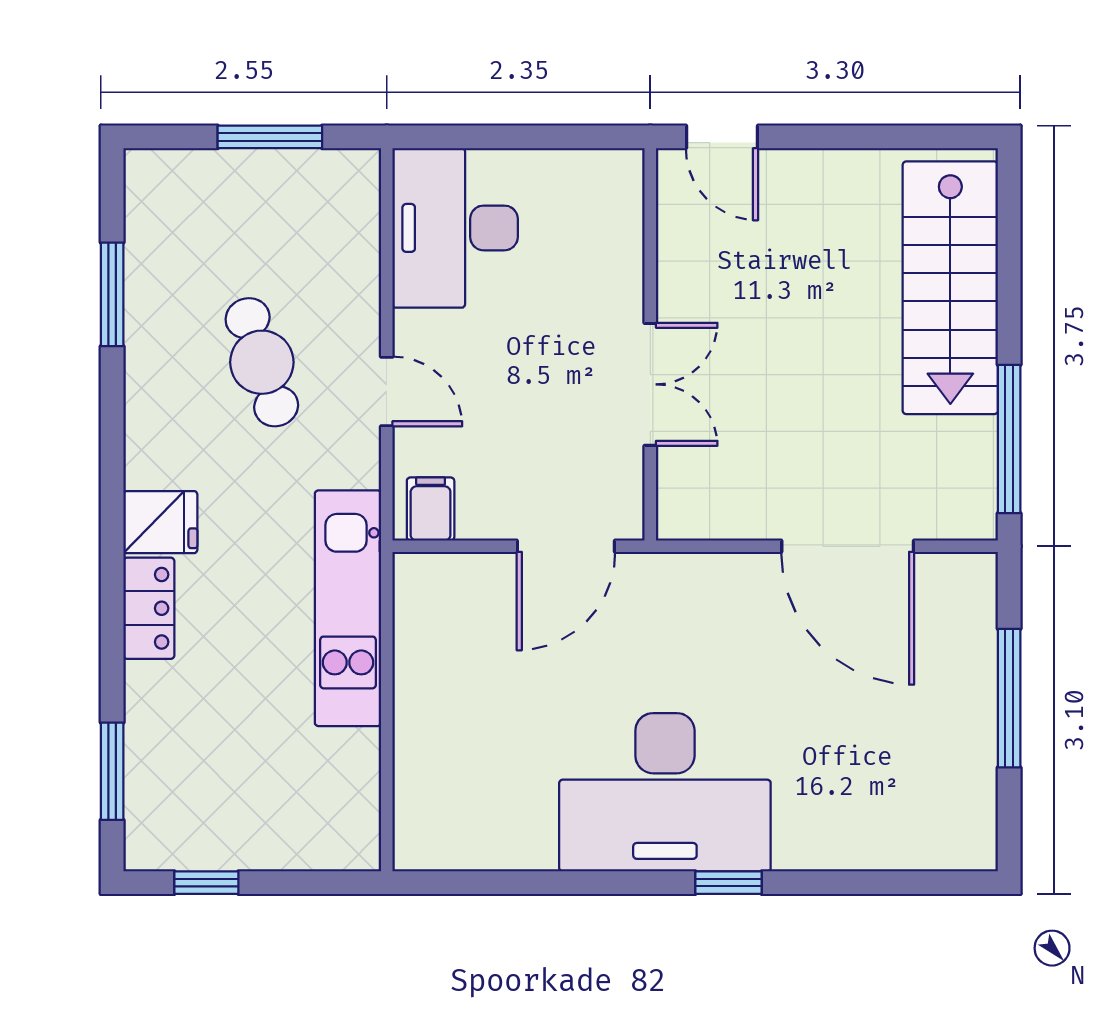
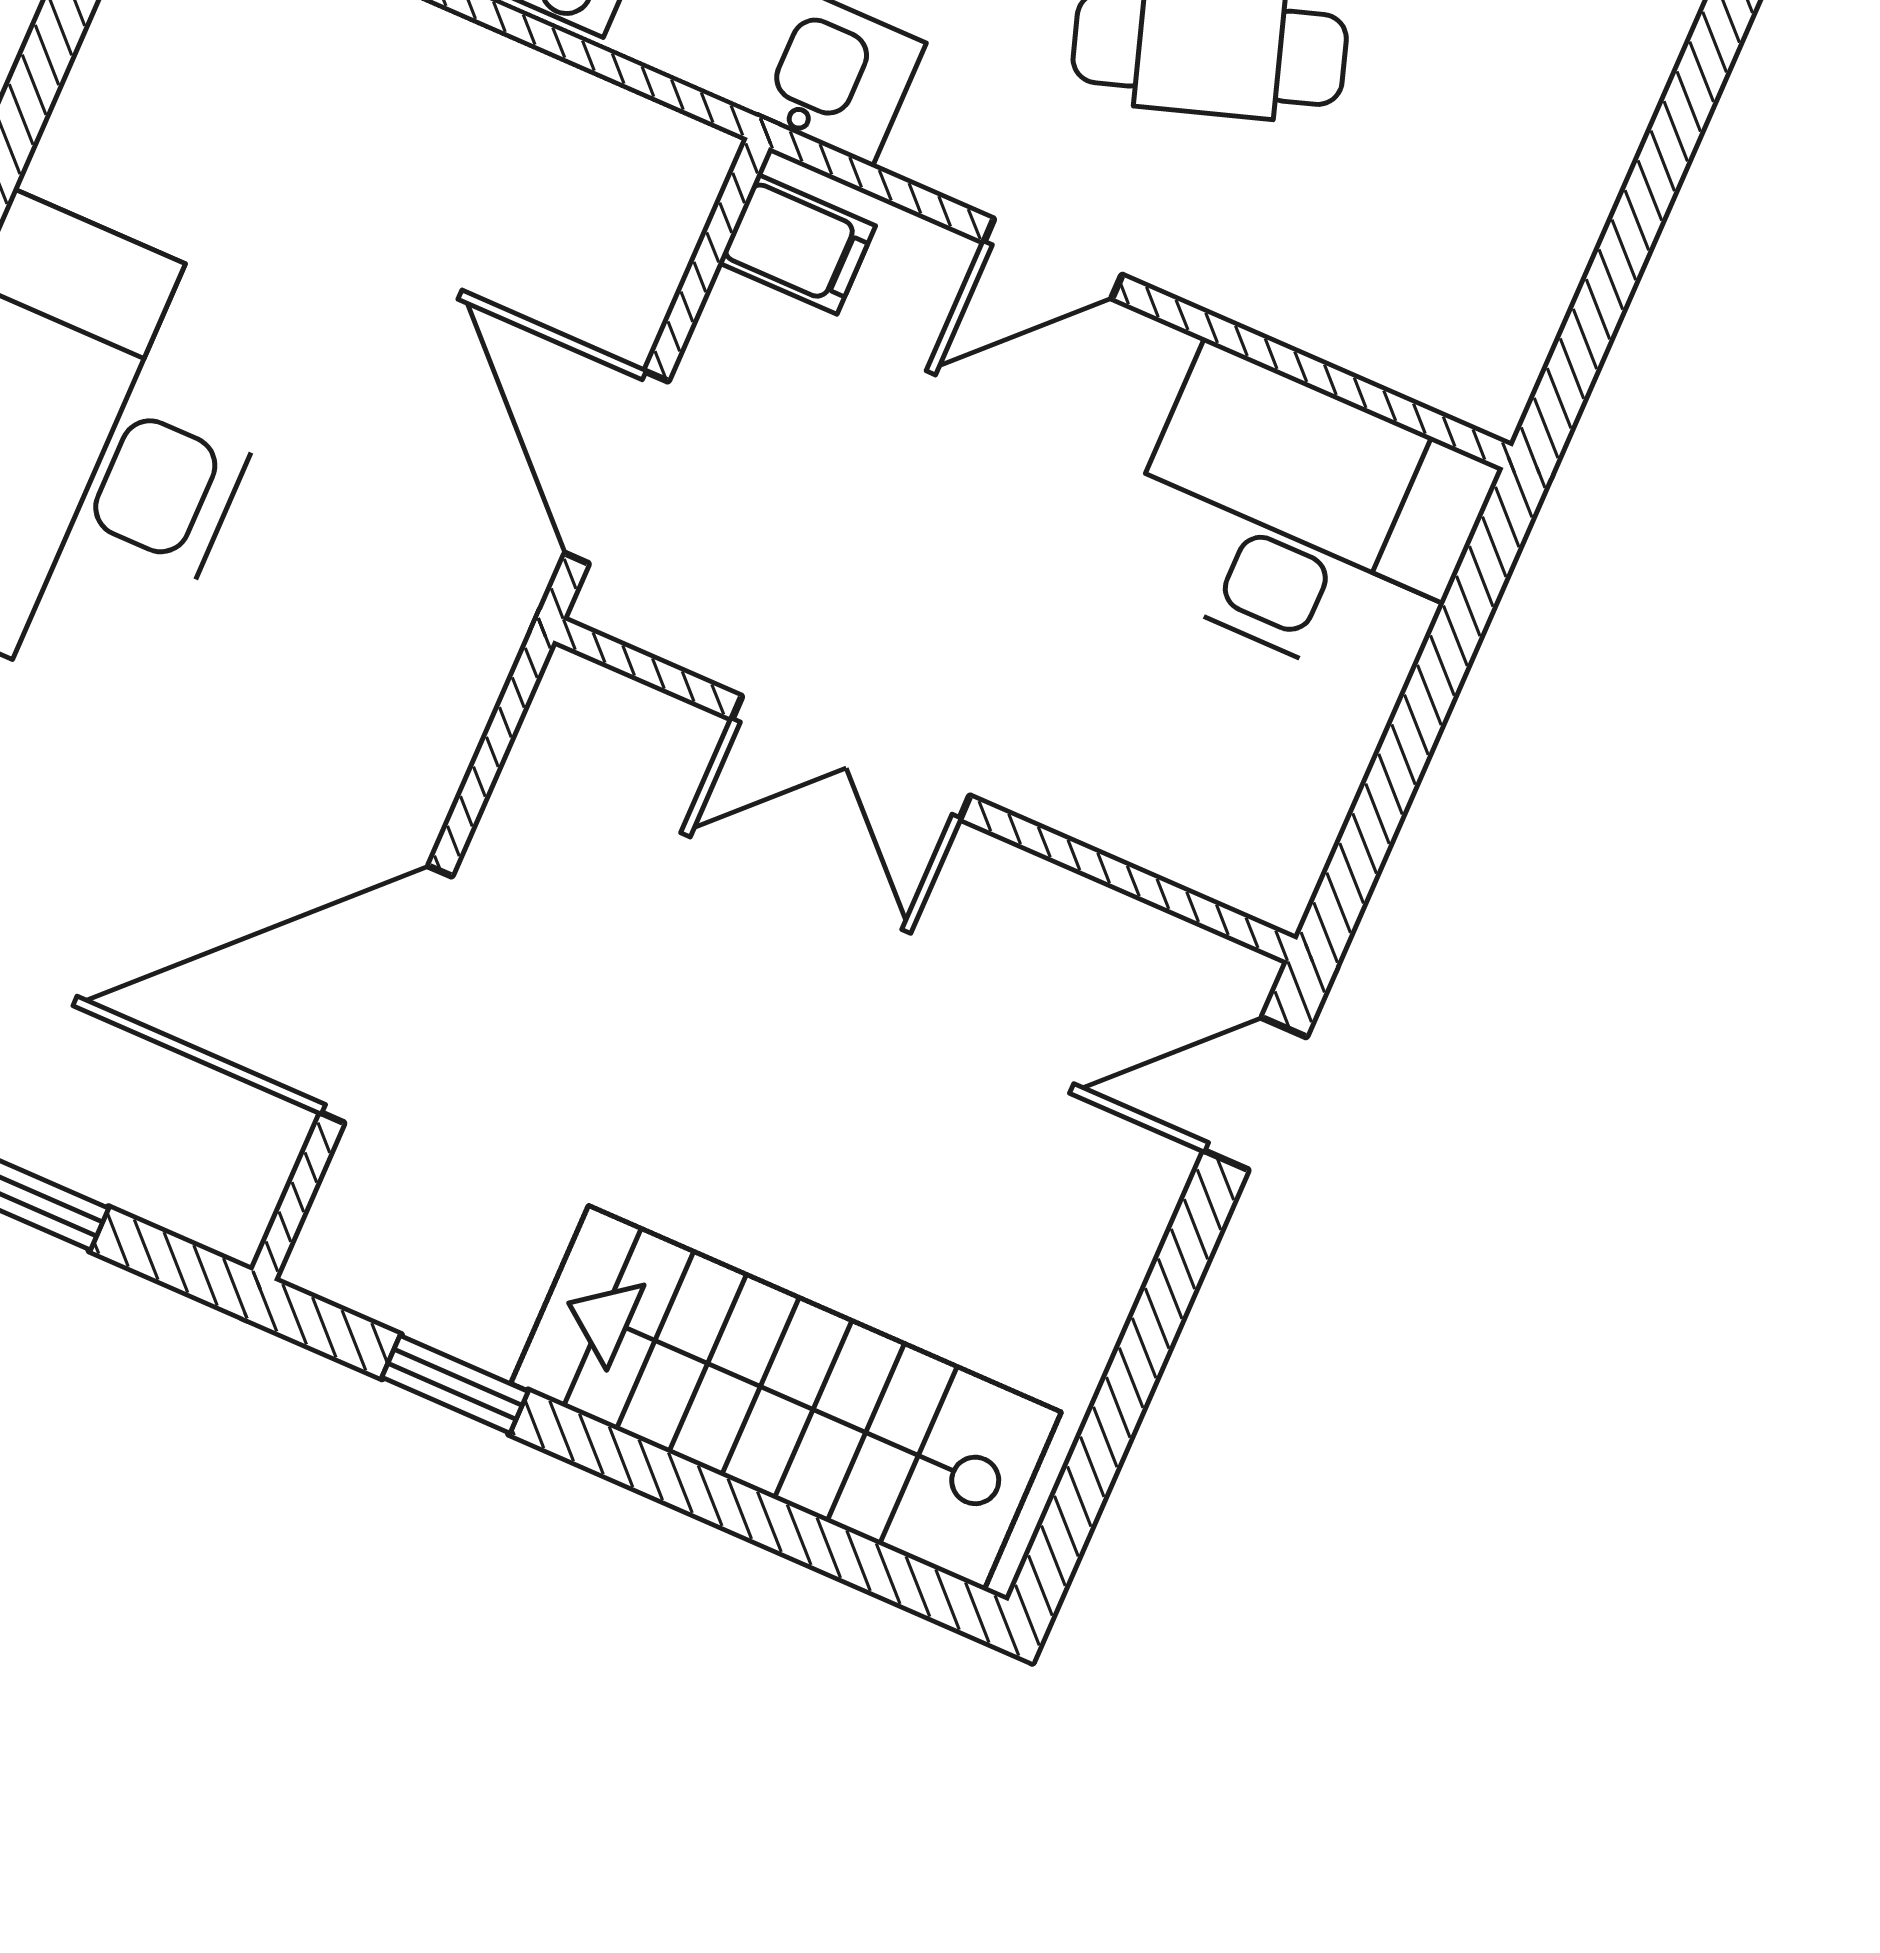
window: (270, 137) -> (1625, 248), removed
window: (1009, 439) -> (455, 1384), width x0.46

